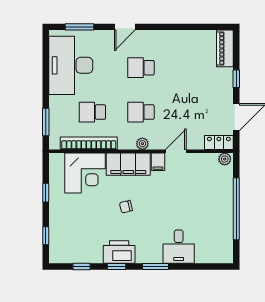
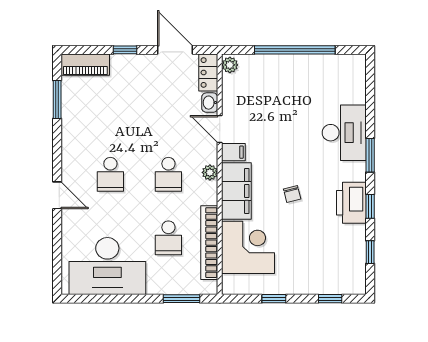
window: (79, 27) -> (57, 99), moved
washbasin: (196, 144) -> (210, 103), added
desk: (179, 247) -> (344, 133), width x1.37

